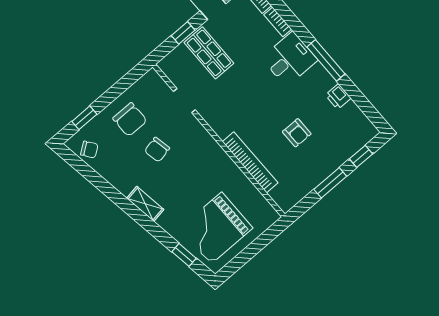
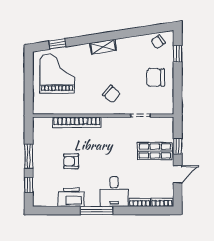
printer: (338, 97) -> (71, 197), width x1.87, depth x1.48
chair: (157, 150) -> (111, 94), moved, turned 143

